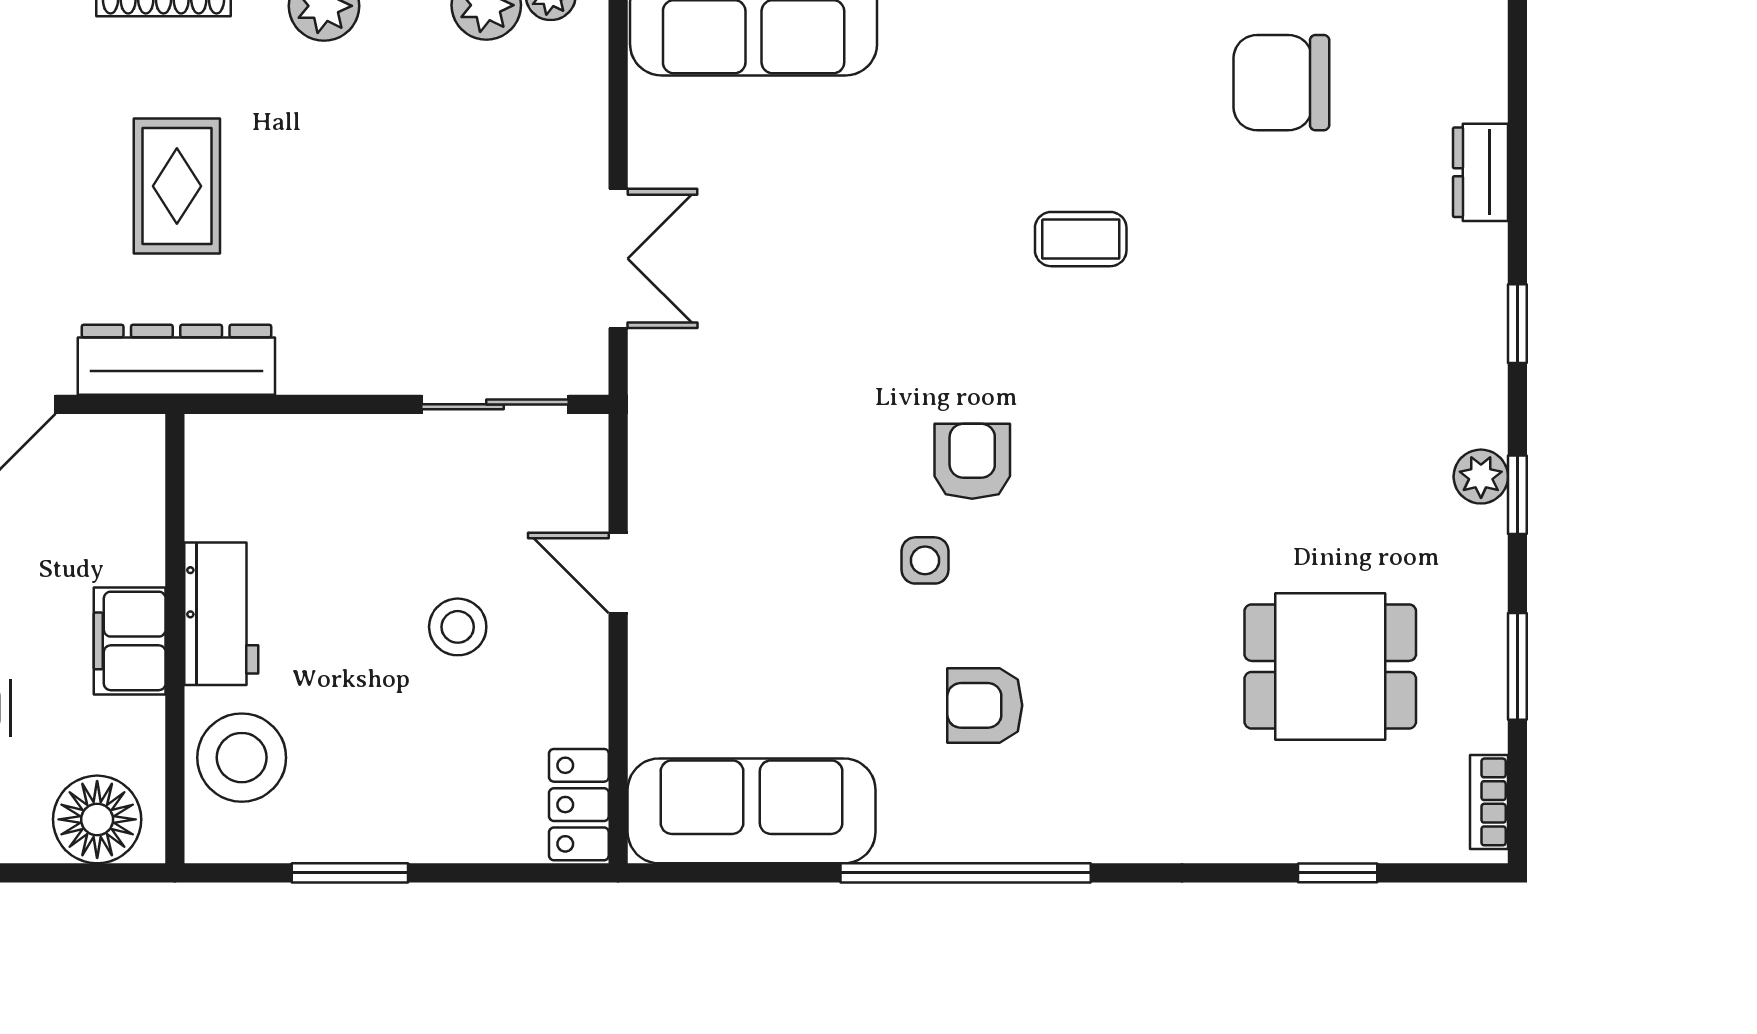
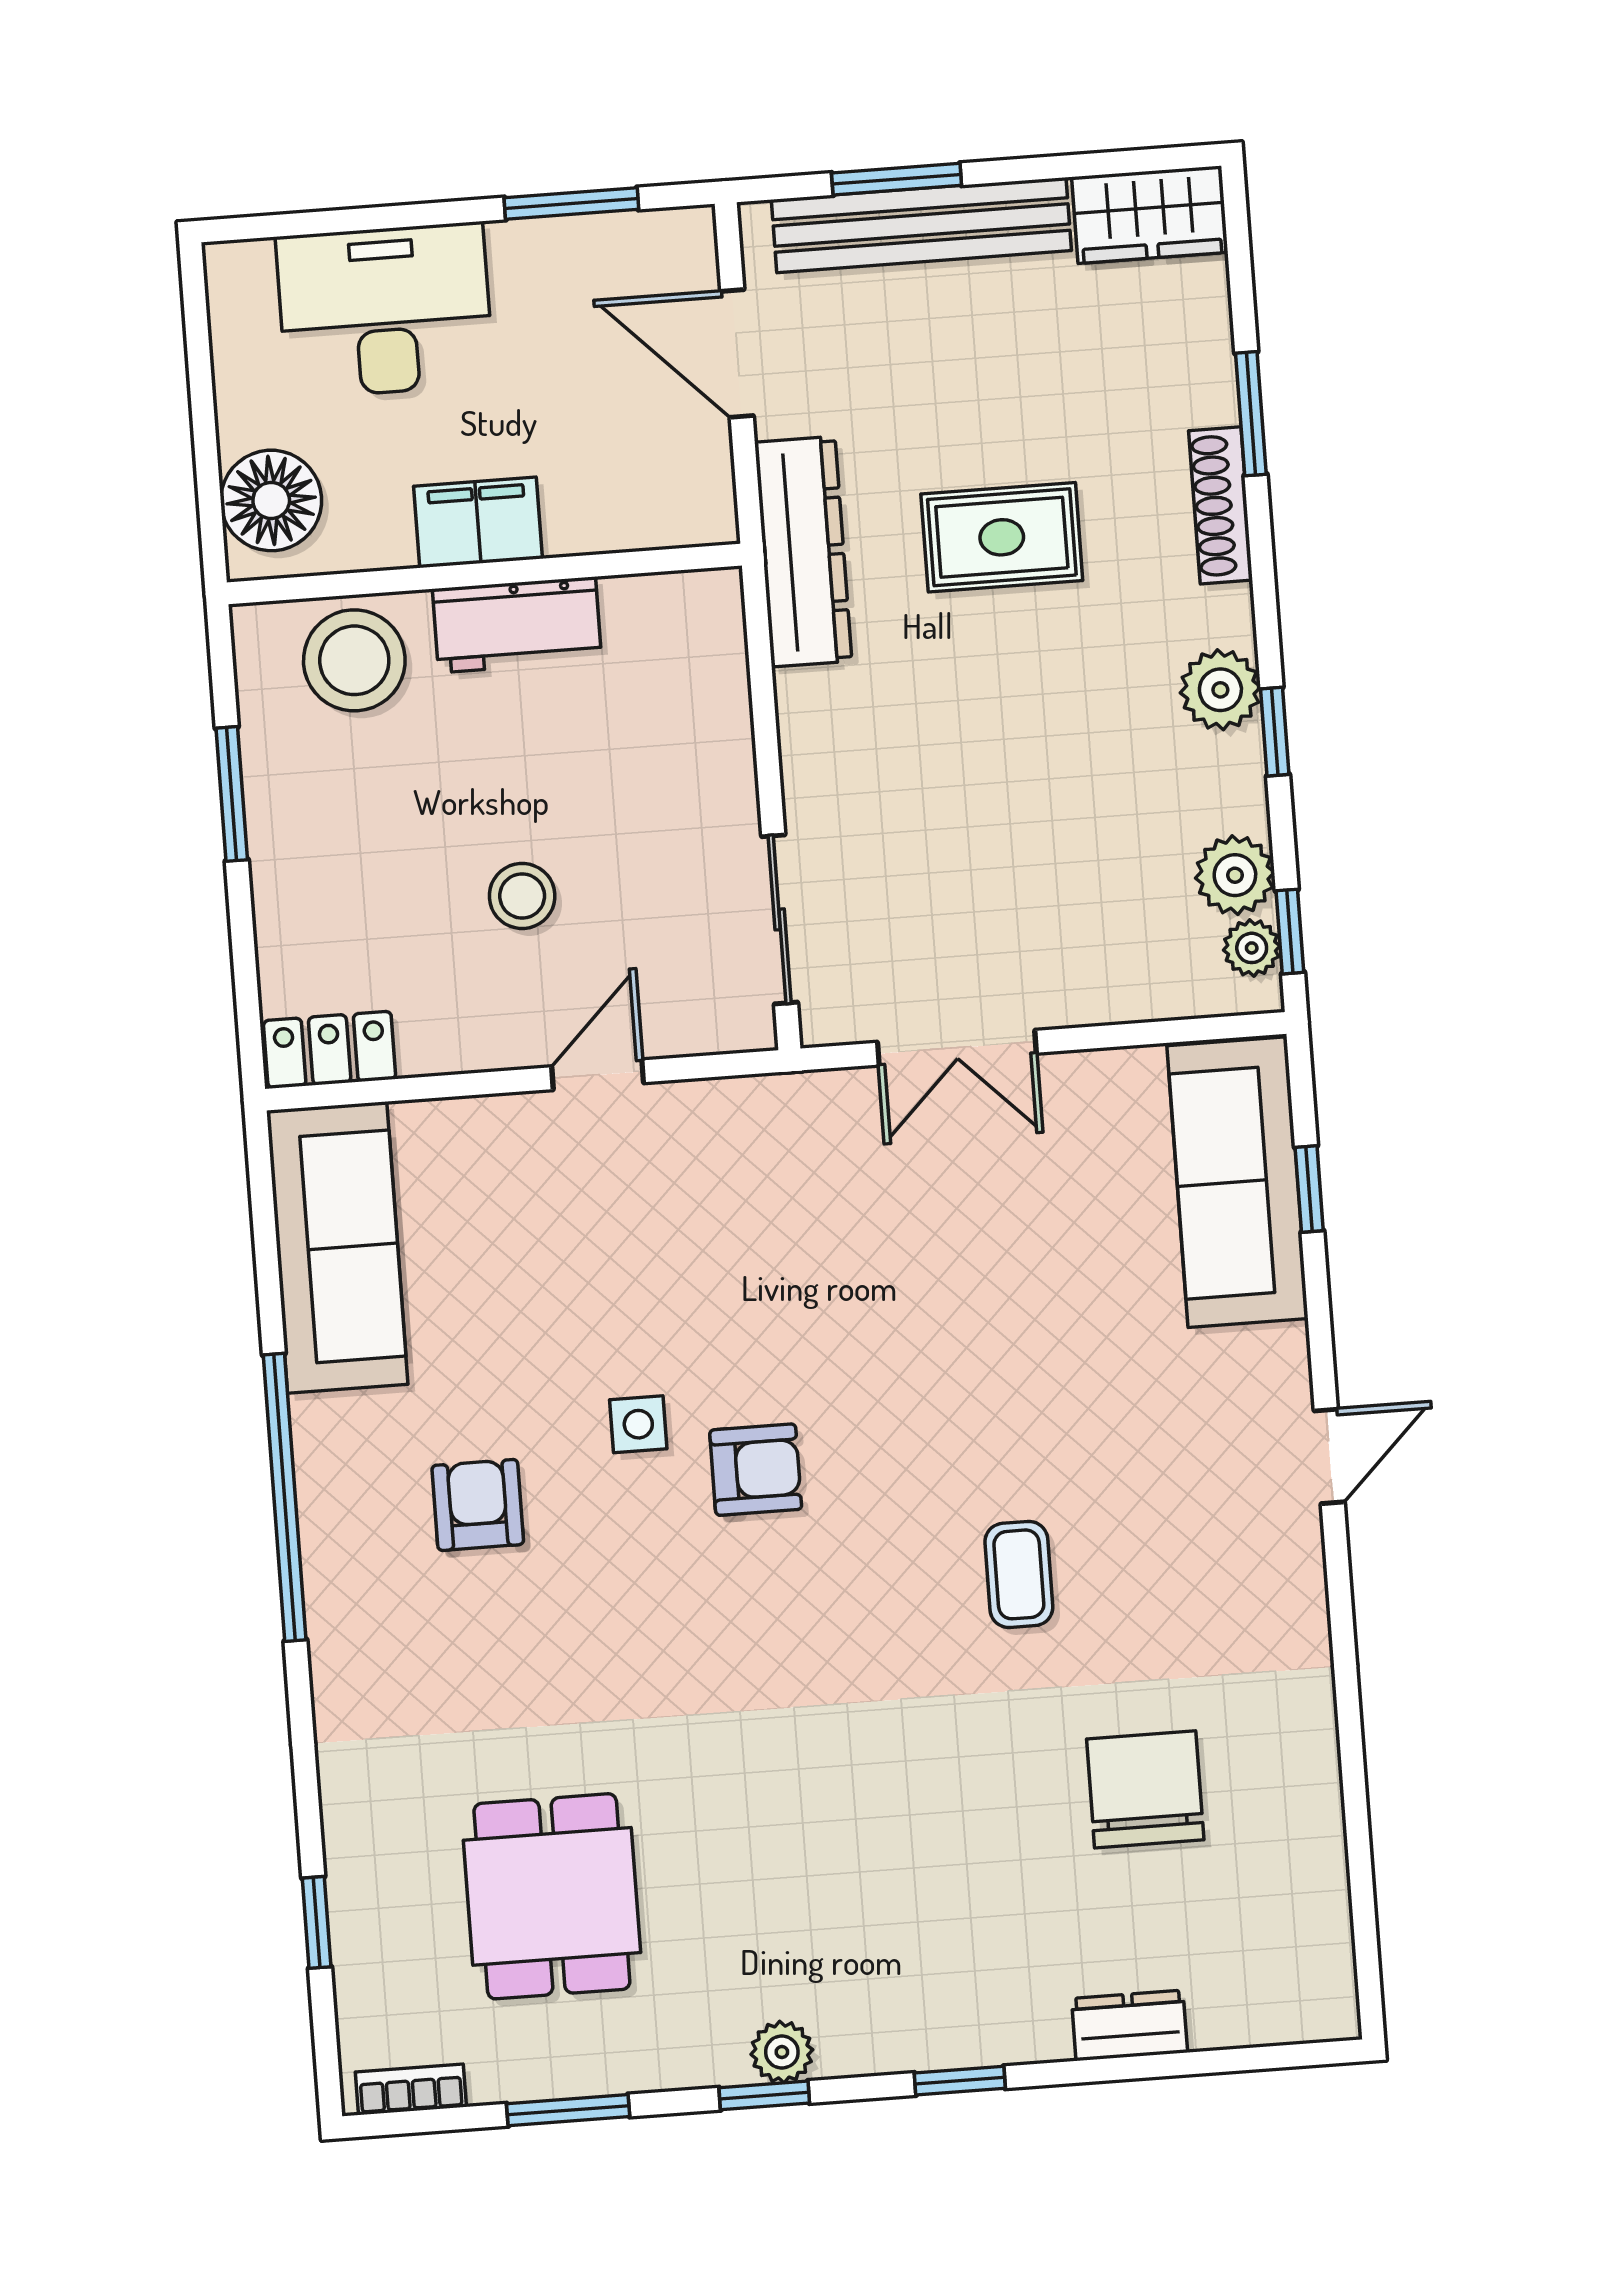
chair: (1281, 83) -> (1145, 1789), moved

